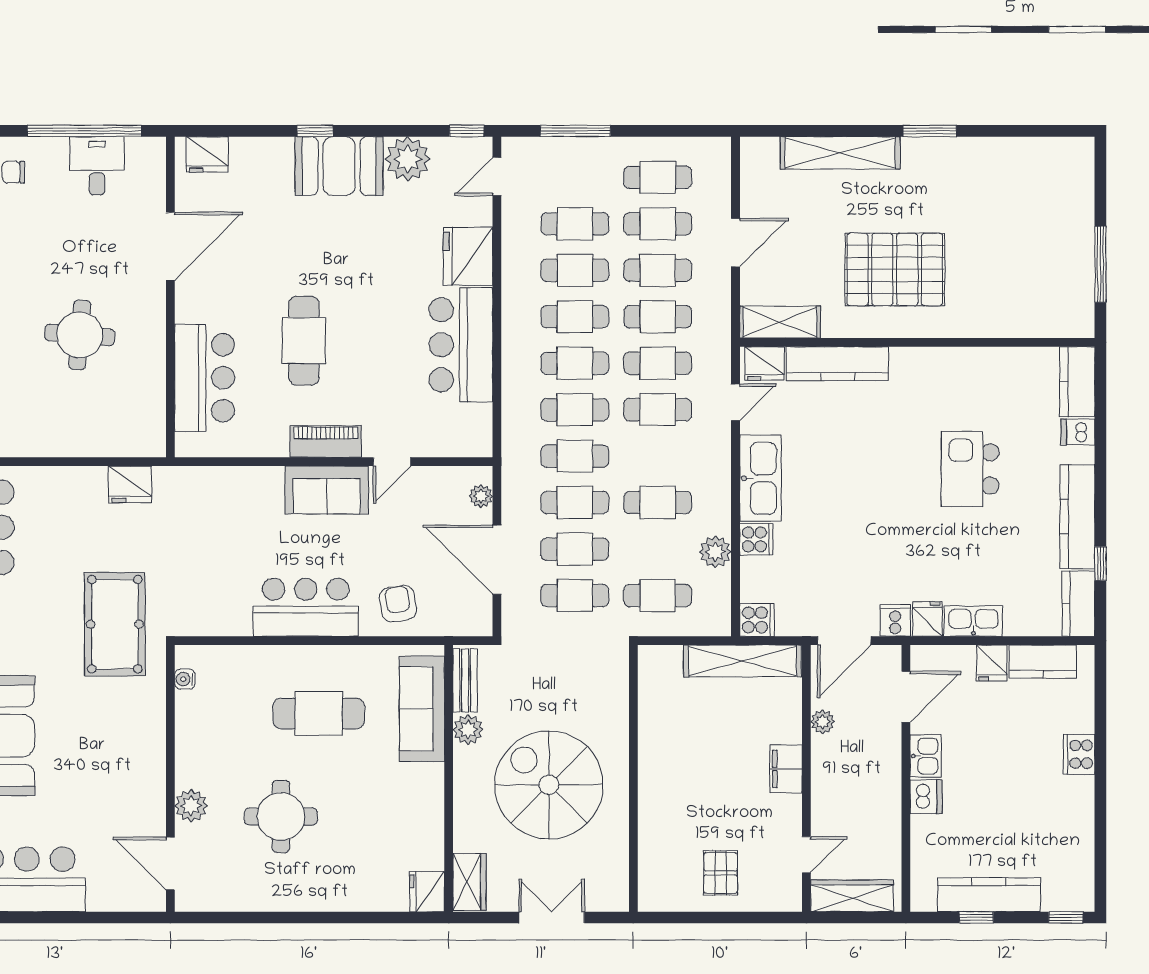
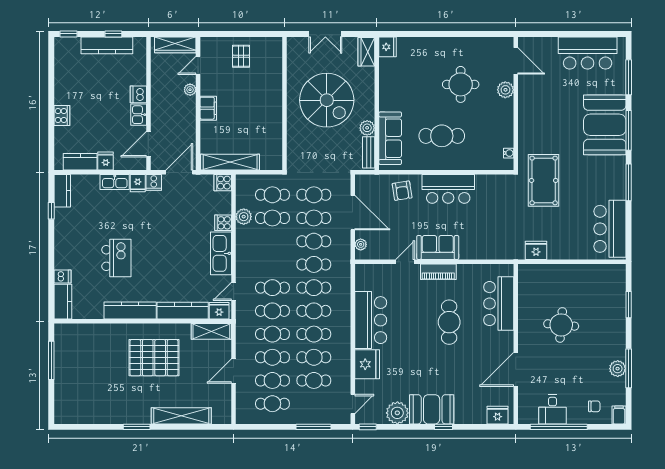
cafe table: (658, 503) -> (272, 218), moved
kitchen counter: (1077, 517) -> (130, 310), moved, turned -90
plant: (823, 722) -> (190, 90), moved

